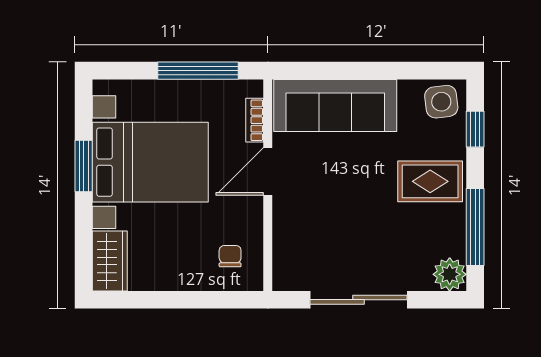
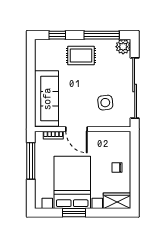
side table: (441, 102) -> (105, 103), moved
rug: (430, 181) -> (81, 55), turned 90
chair: (230, 256) -> (117, 168), moved
sliding door: (358, 300) -> (135, 88), width x1.36

